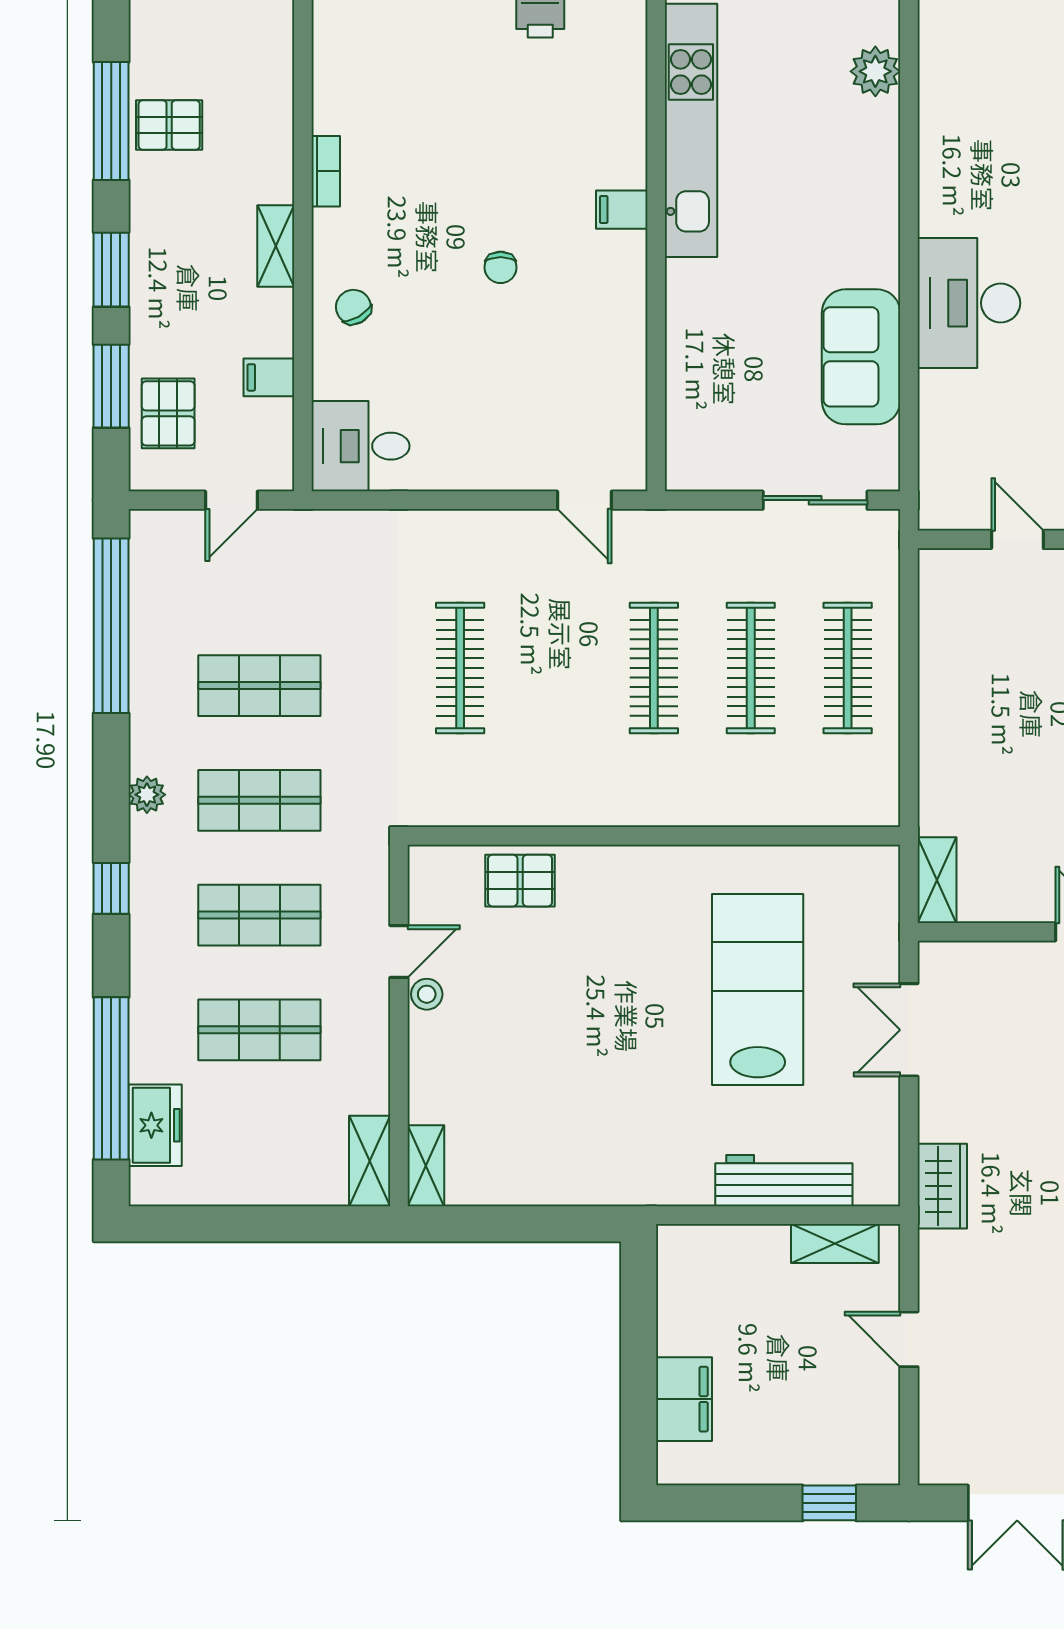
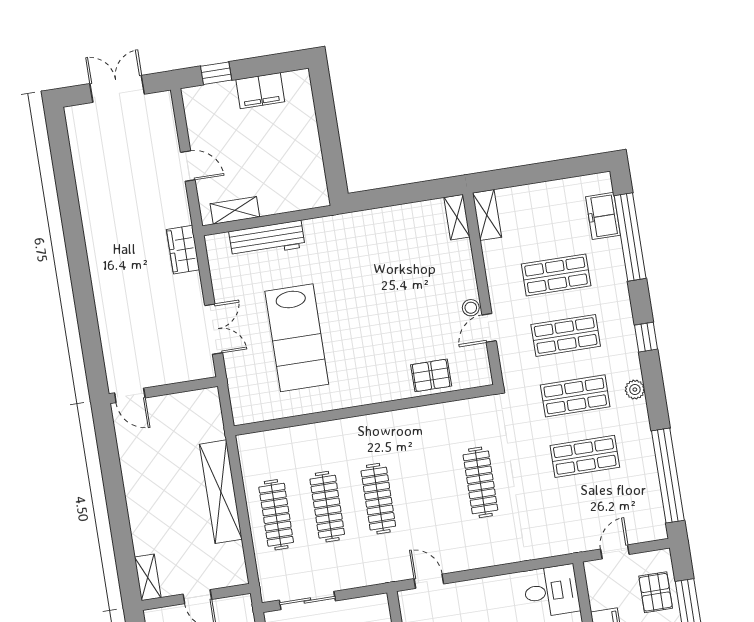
shelving: (937, 880) -> (221, 492), moved, width x2.20, depth x1.33
filing cabinet: (684, 1399) -> (260, 91), moved, turned -90

